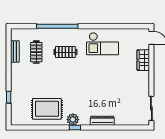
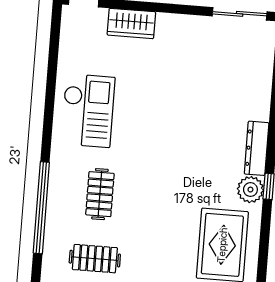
dresser: (102, 121) -> (257, 148), moved

